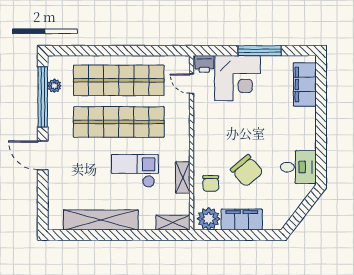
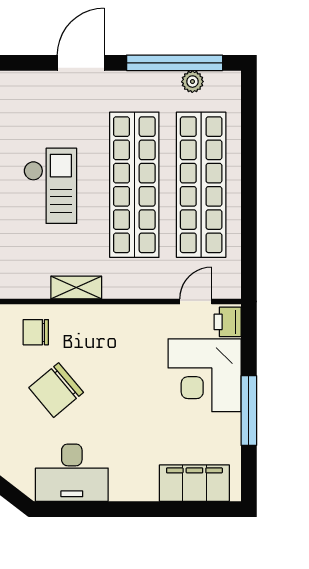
desk: (298, 167) -> (72, 473), width x1.37
checkout: (135, 171) -> (50, 186), moved
shelving: (183, 178) -> (76, 287), moved

